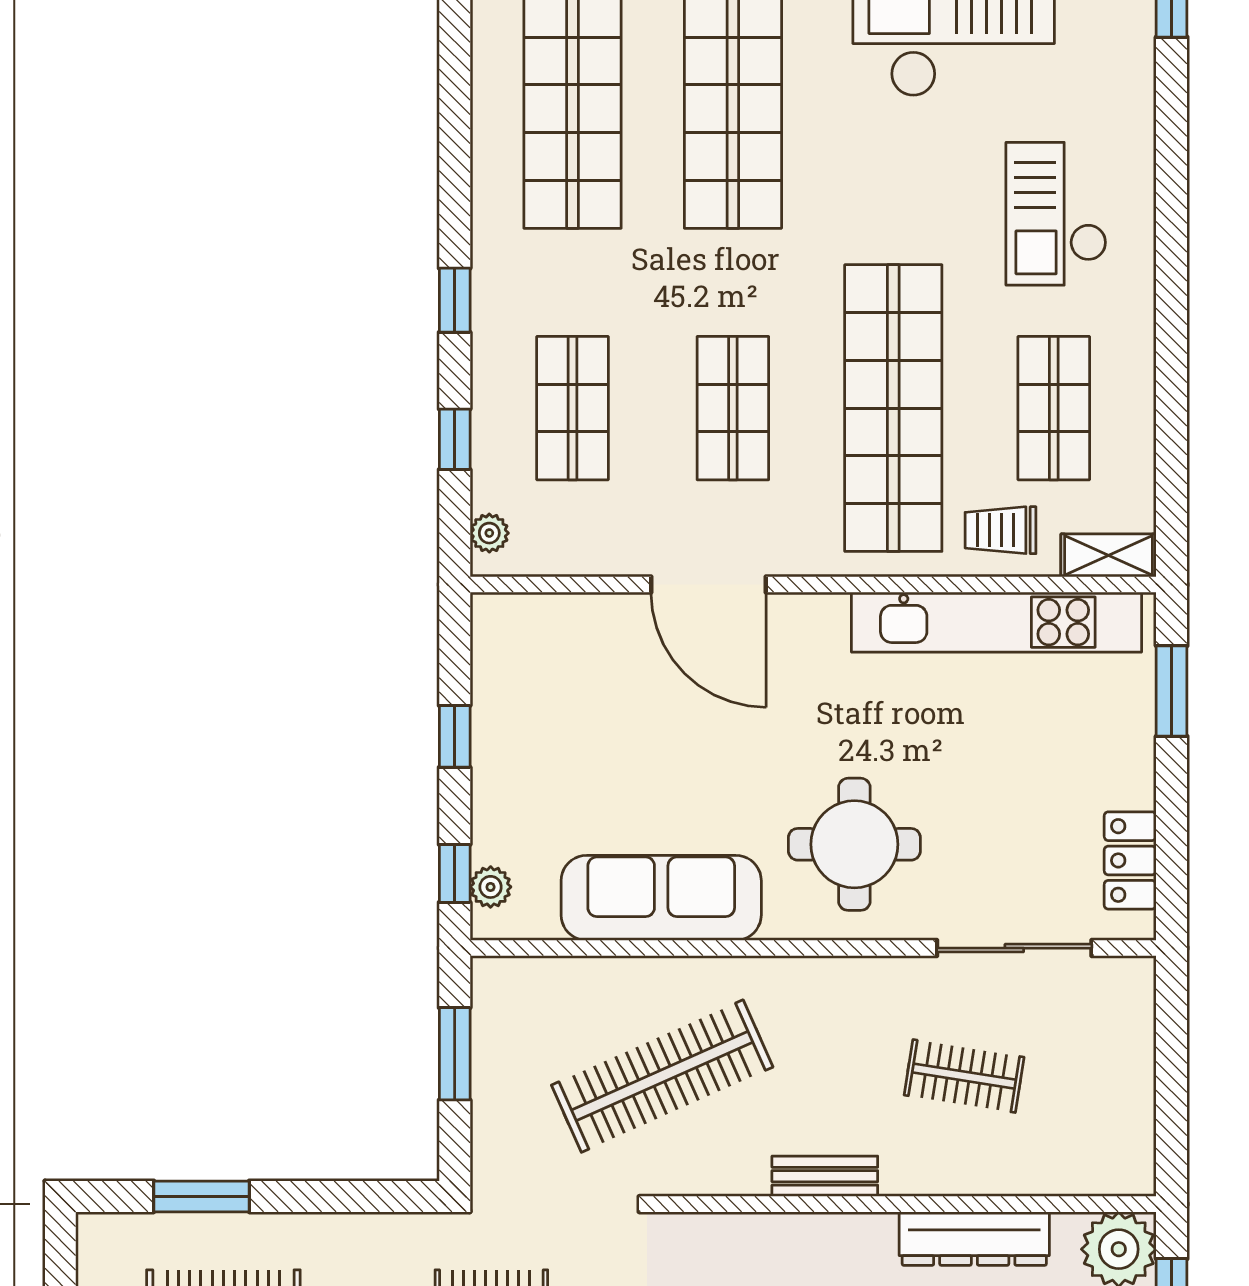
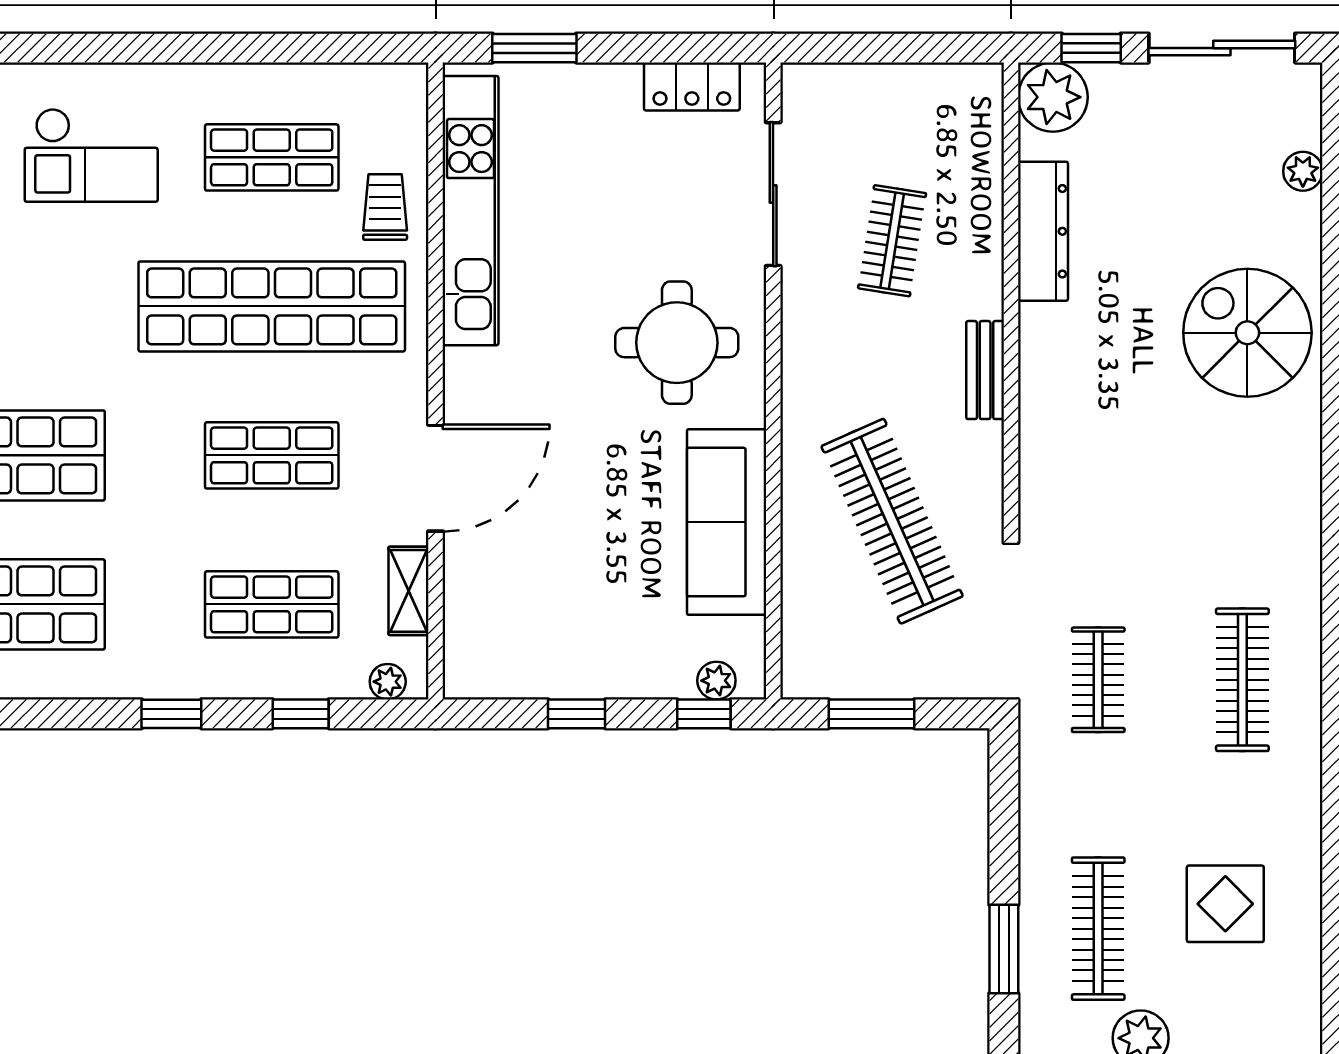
trolley: (1000, 530) -> (385, 207), turned 180
shelving: (1109, 555) -> (408, 591), moved

